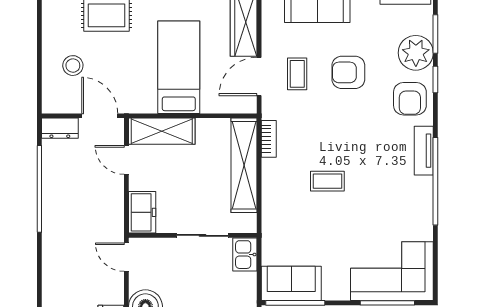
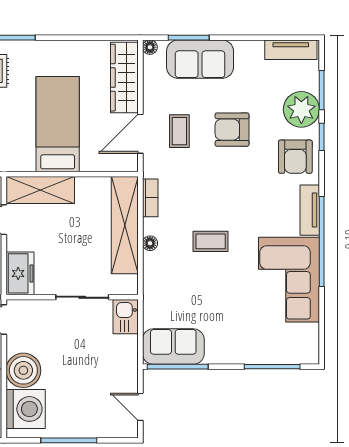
floor lamp: (269, 183) -> (150, 243), added
corner sofa: (392, 271) -> (289, 280), moved, turned -90

